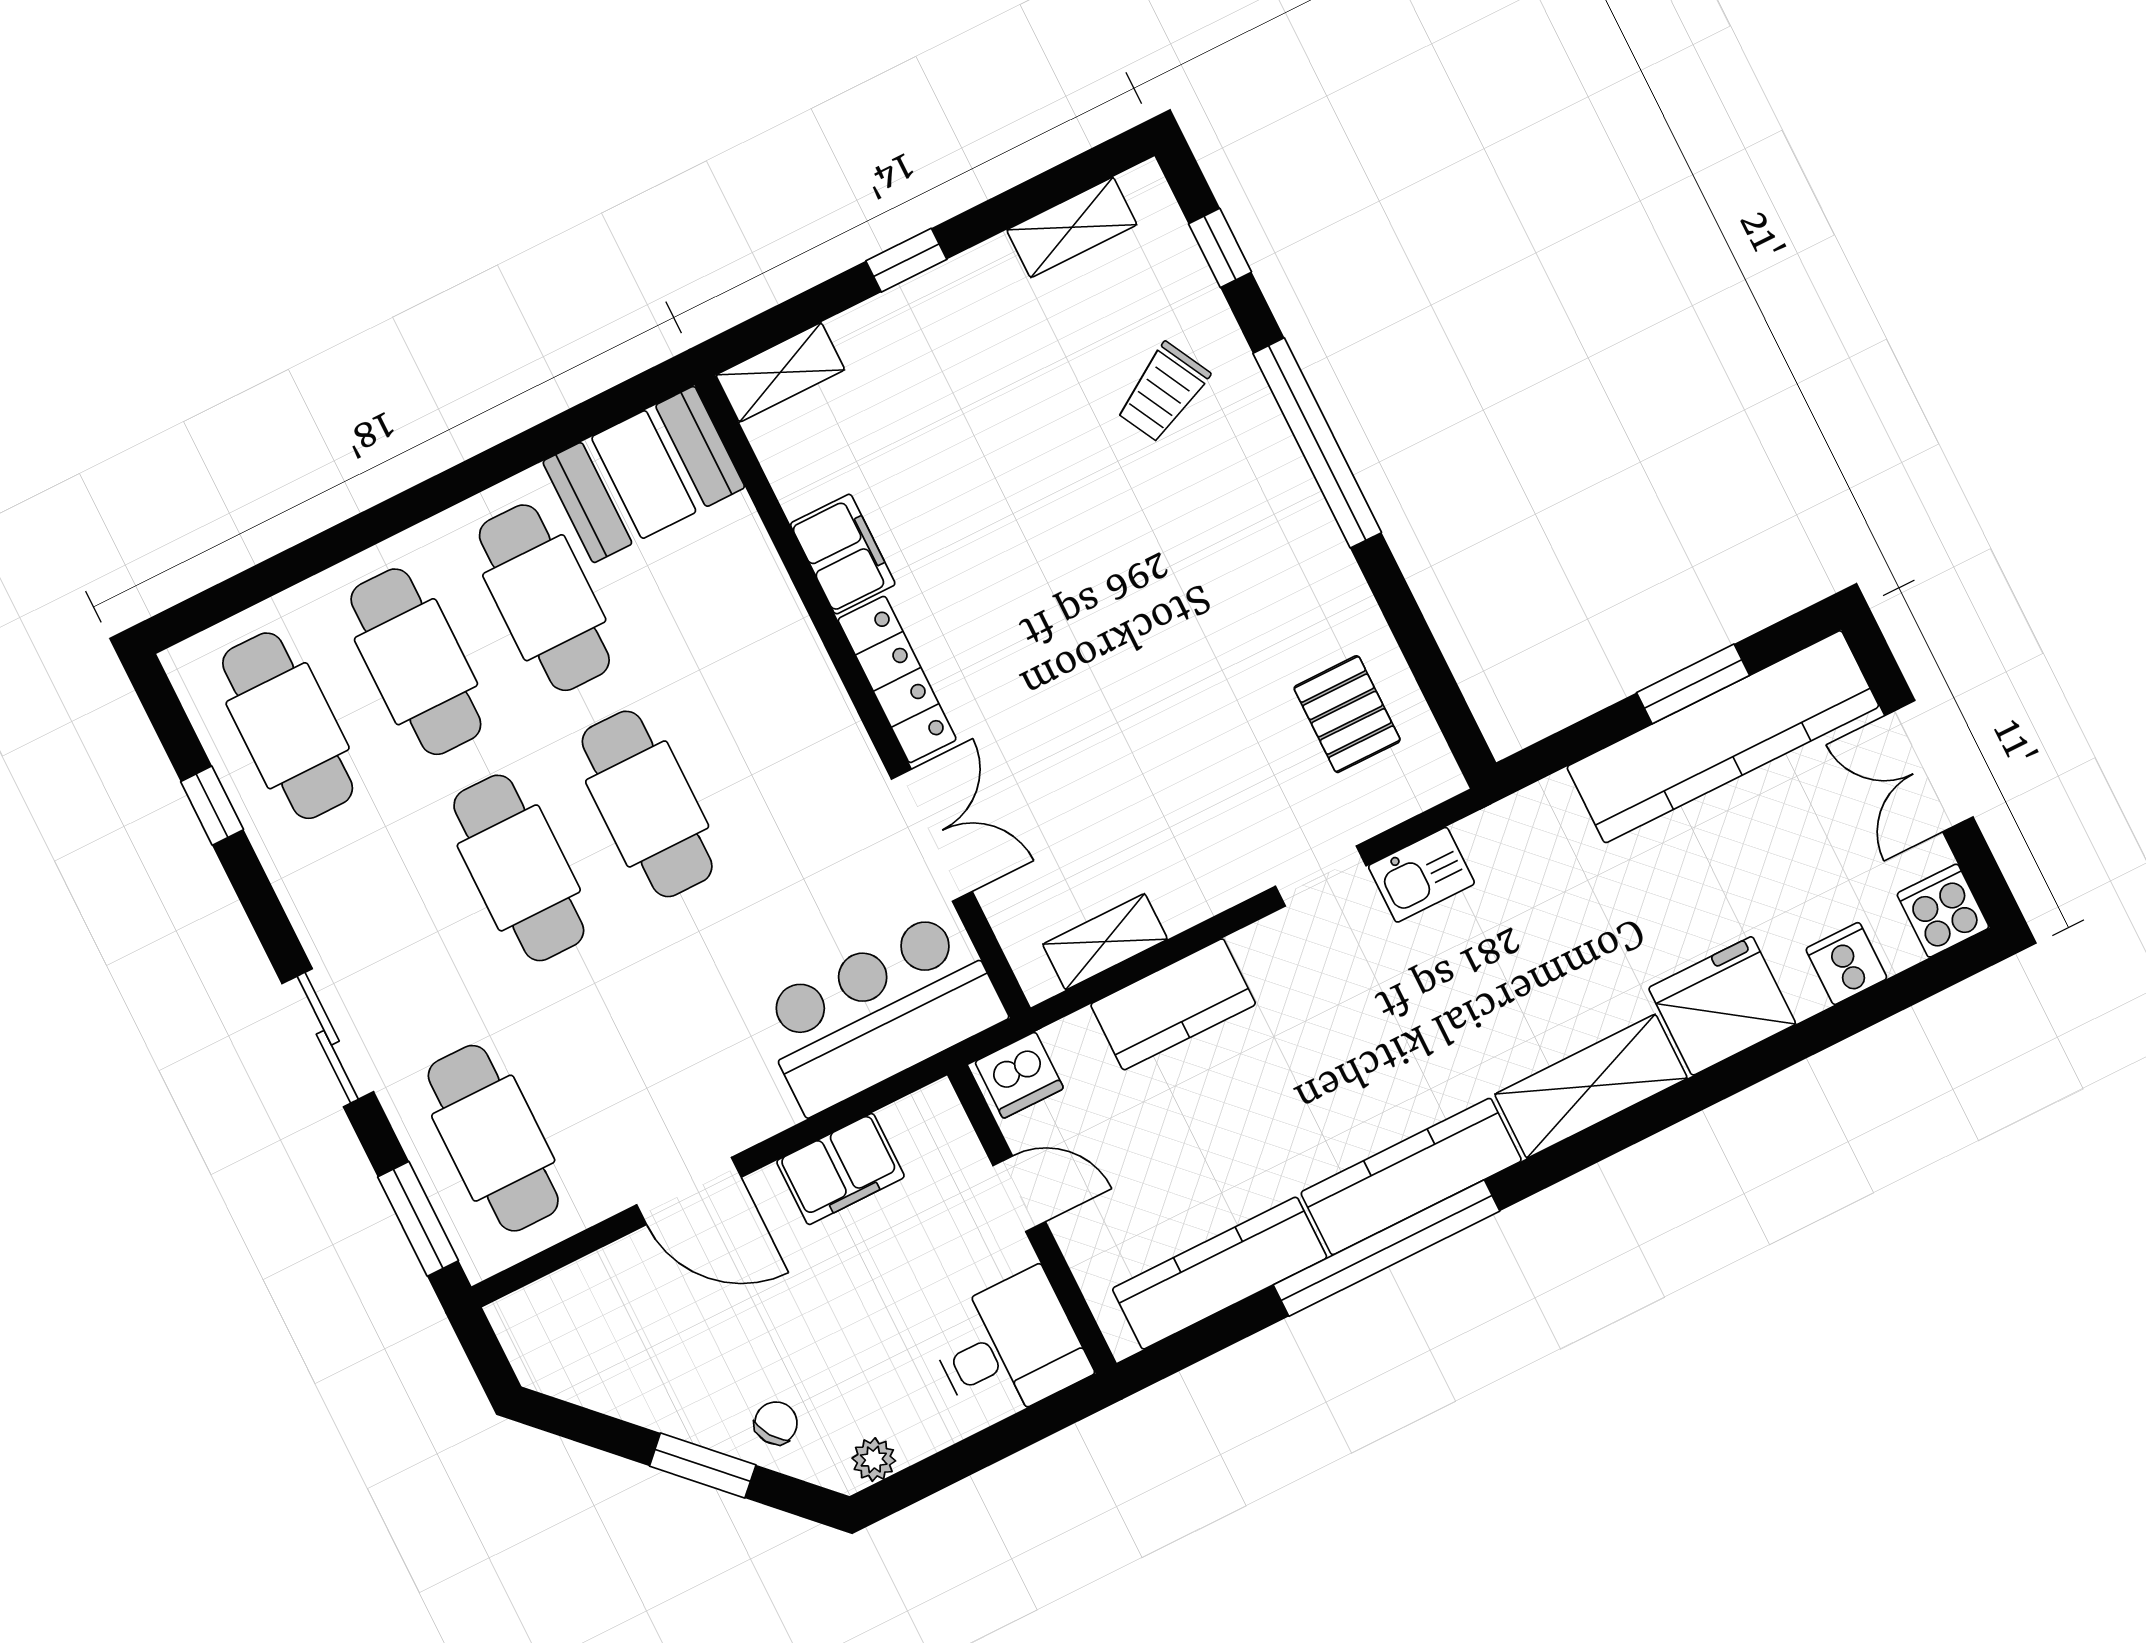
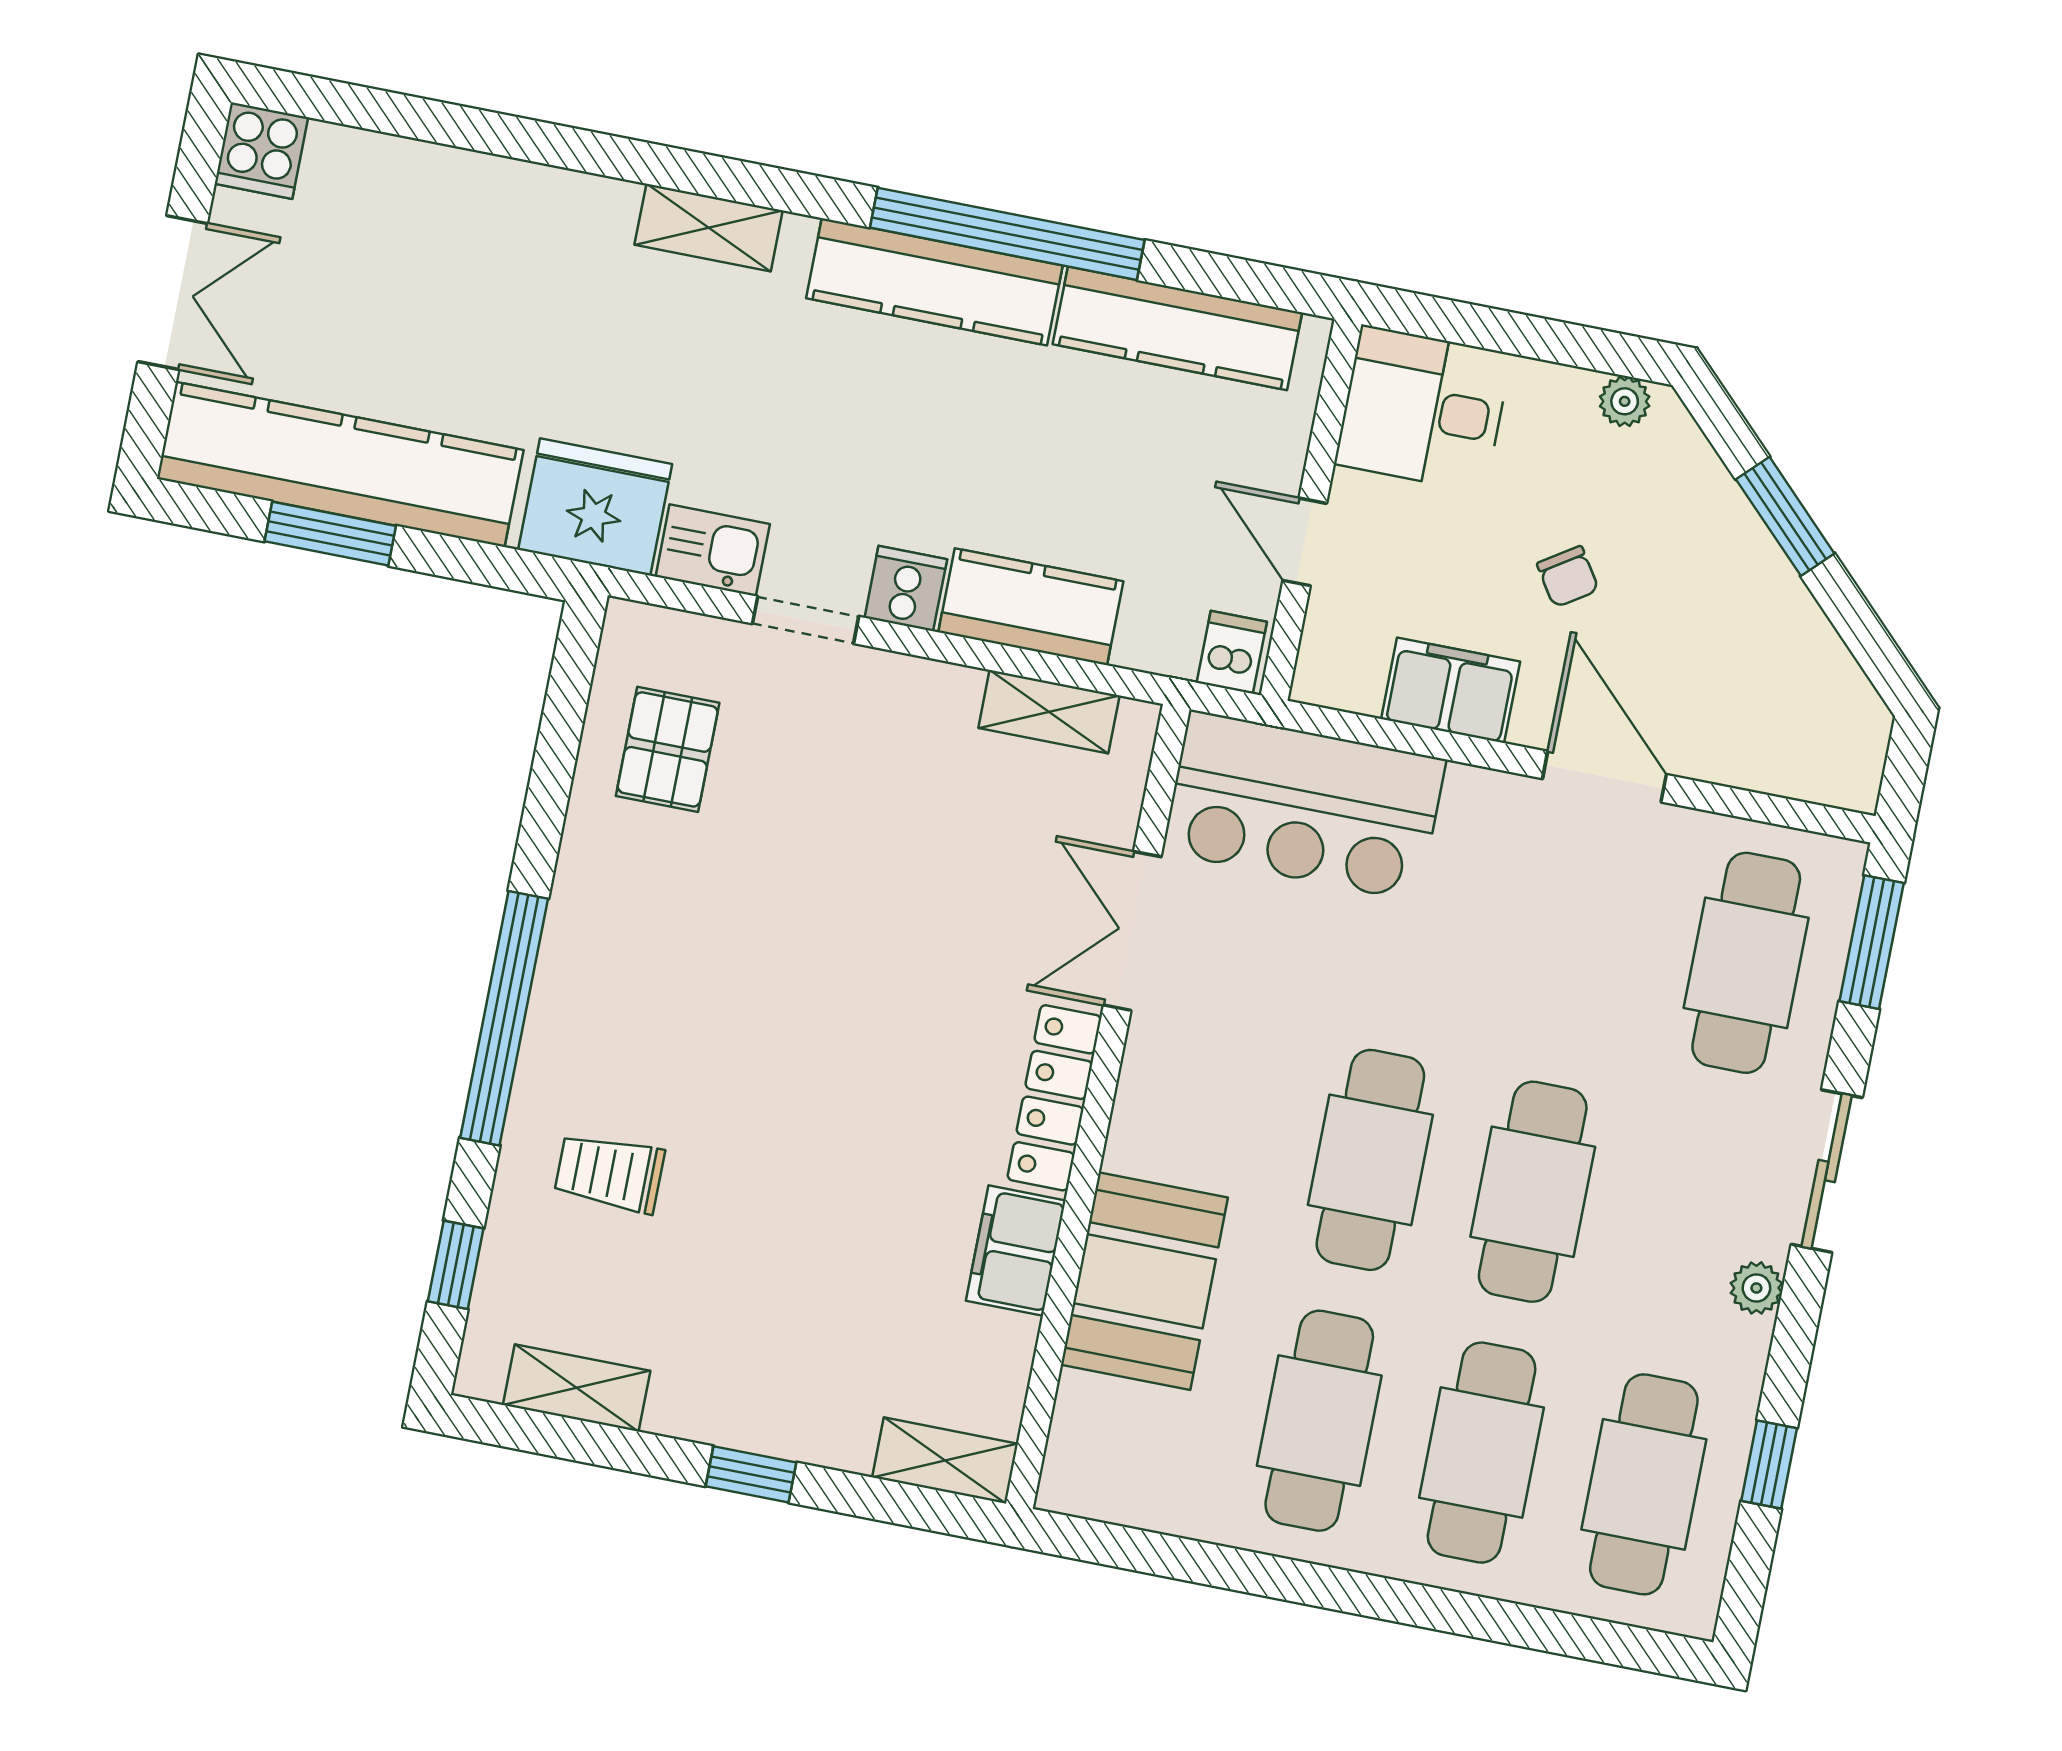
trolley: (1163, 392) -> (609, 1173), turned -152
booth: (644, 474) -> (1144, 1281), moved, turned 90
plant: (314, 920) -> (1756, 1288), added
cooker: (1846, 964) -> (906, 588), moved, turned 180
fridge: (1722, 1006) -> (595, 507), moved, turned 180
dishwasher: (1019, 1075) -> (1232, 652), width x0.73
shelving: (1591, 1086) -> (709, 228), width x0.67, depth x0.75
chair: (776, 1423) -> (1568, 577), moved, turned -89

